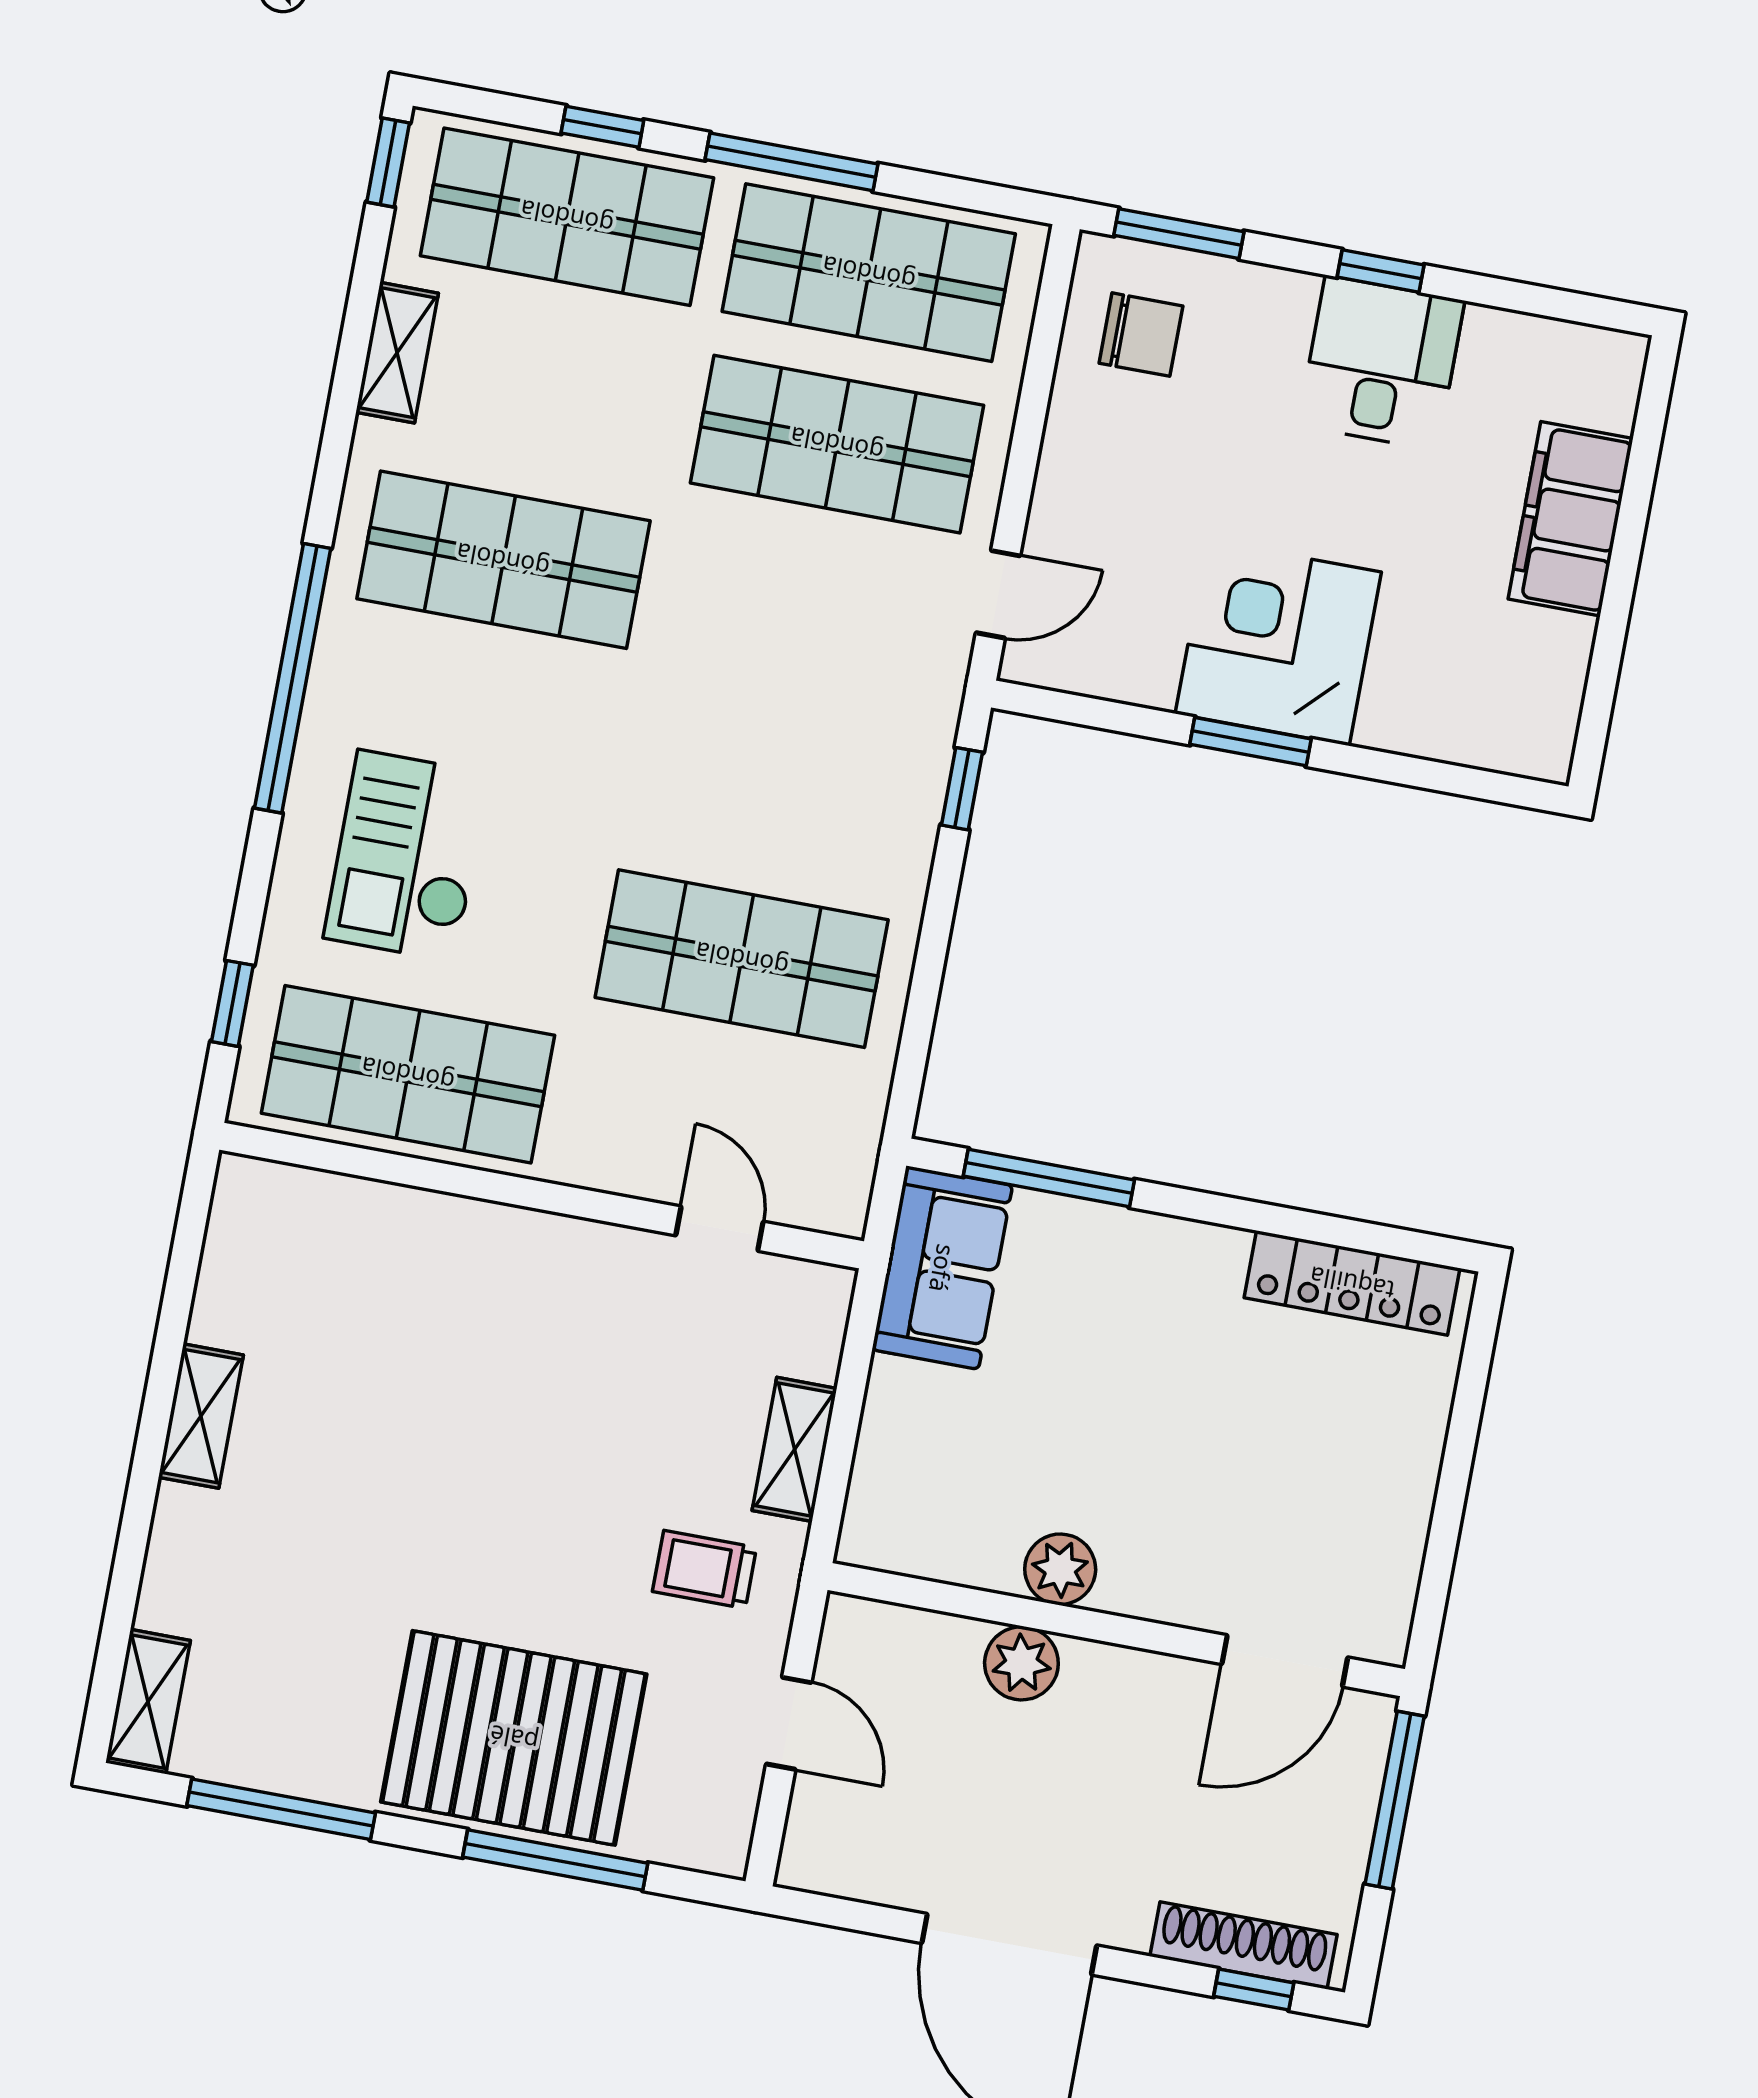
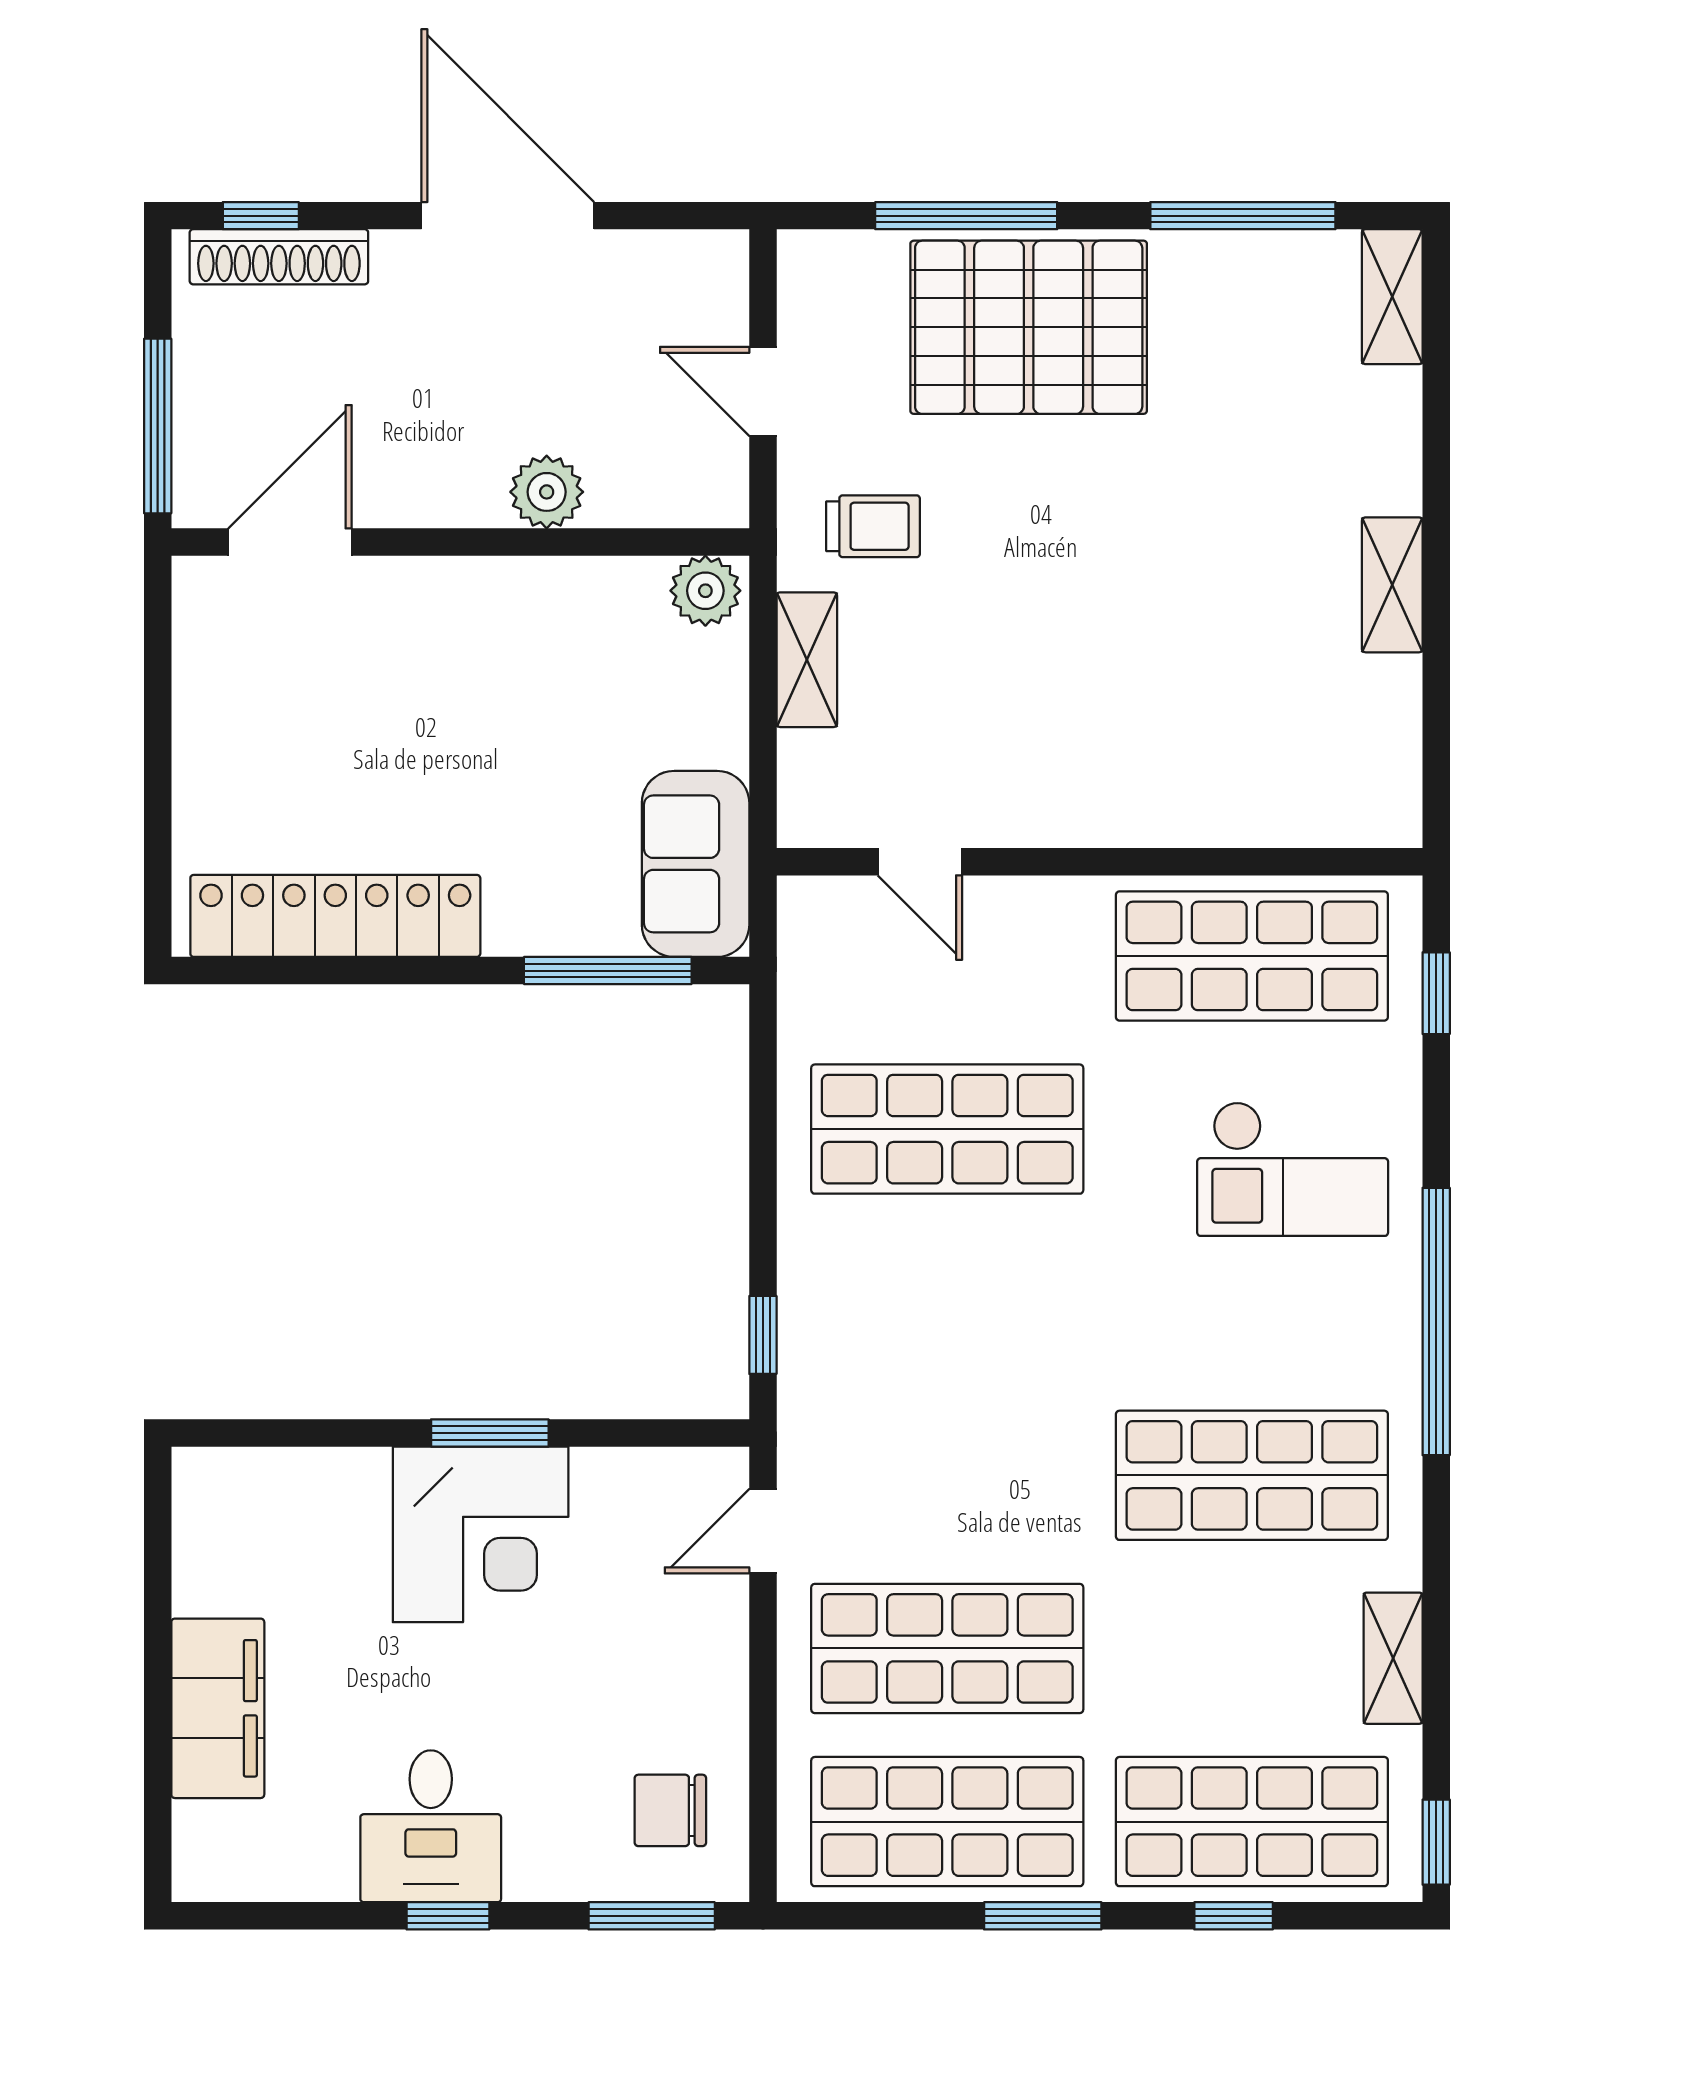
window: (791, 162) -> (1043, 1916), width x0.69
checkout: (407, 856) -> (1293, 1169), turned 90
locker: (1352, 1283) -> (335, 916), width x1.41, depth x1.21
plant: (1060, 1569) -> (705, 591), moved

